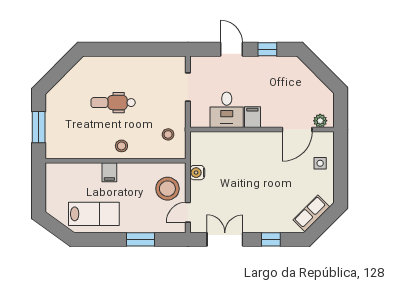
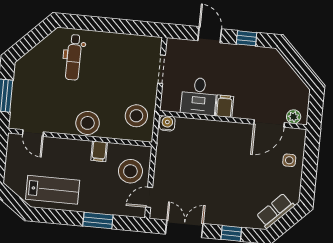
dental chair: (113, 103) -> (74, 57), moved, turned -90
stool: (168, 134) -> (136, 116), width x1.89, depth x1.89
stool: (121, 146) -> (88, 123), width x1.89, depth x1.89
door: (70, 161) -> (33, 133), added
filing cabinet: (109, 172) -> (99, 151), moved
water cooler: (197, 173) -> (167, 123), moved, turned 90

